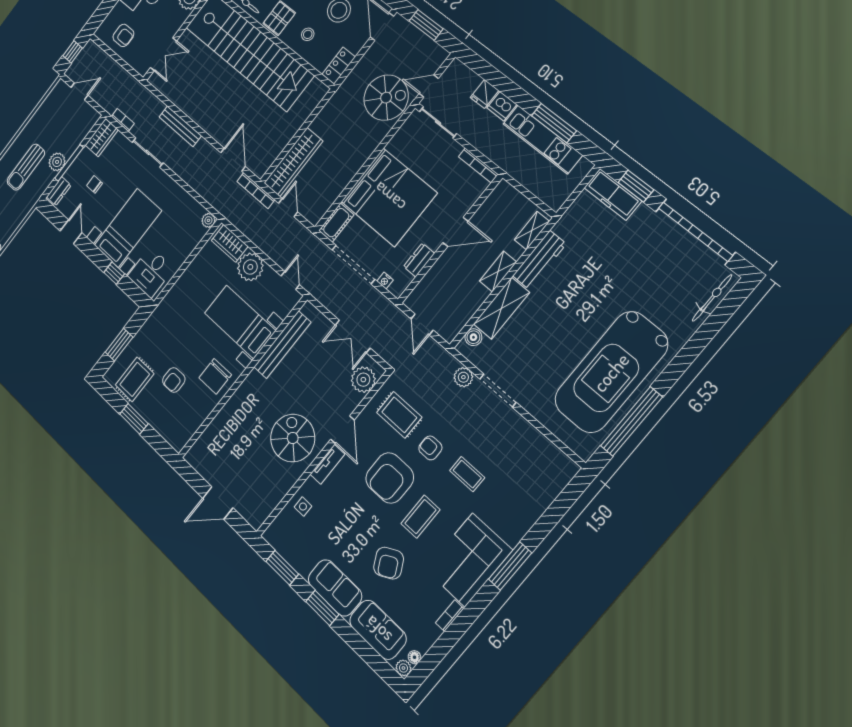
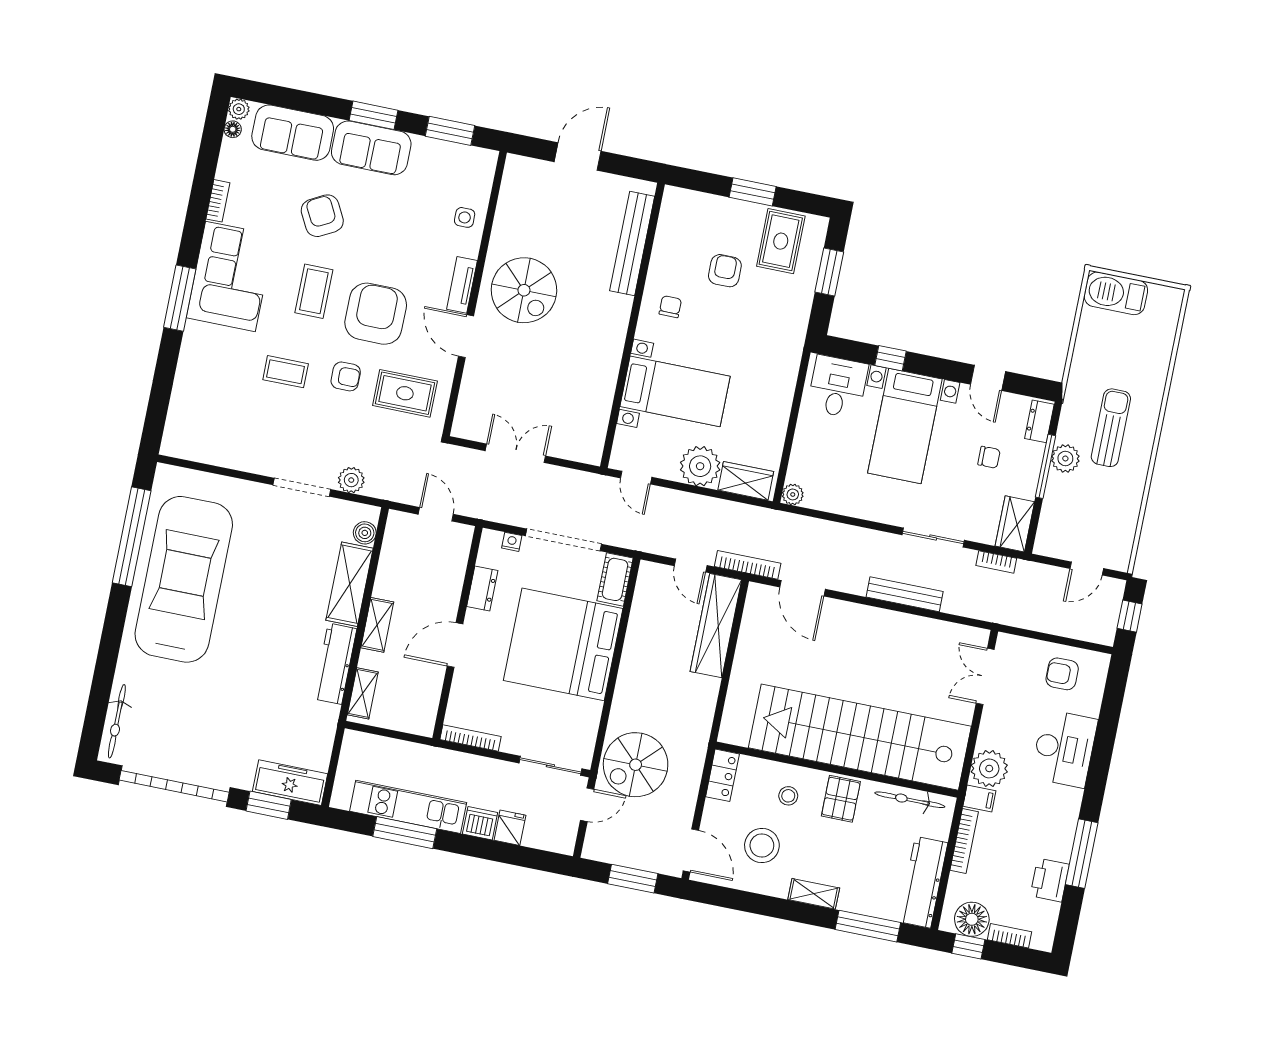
bench: (282, 345) -> (632, 244), moved
chair: (215, 376) -> (670, 307), width x0.54, depth x0.54
plant: (363, 380) -> (473, 410), removed

